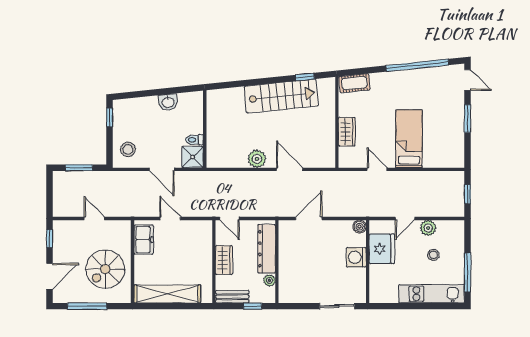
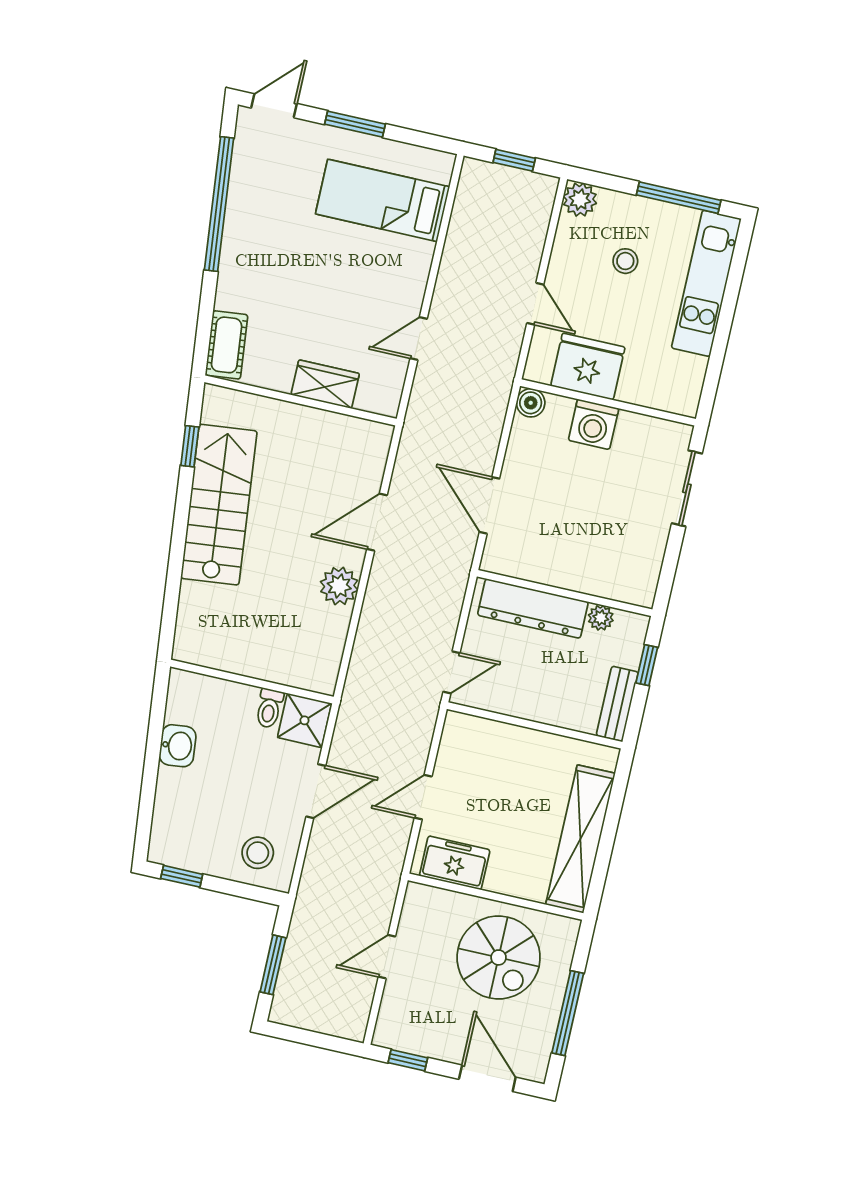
bed: (409, 139) -> (382, 200), moved
plant: (428, 228) -> (580, 200), moved
wardrobe: (224, 260) -> (536, 704), removed

